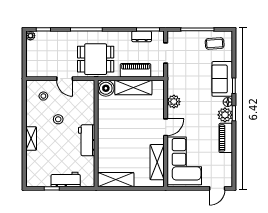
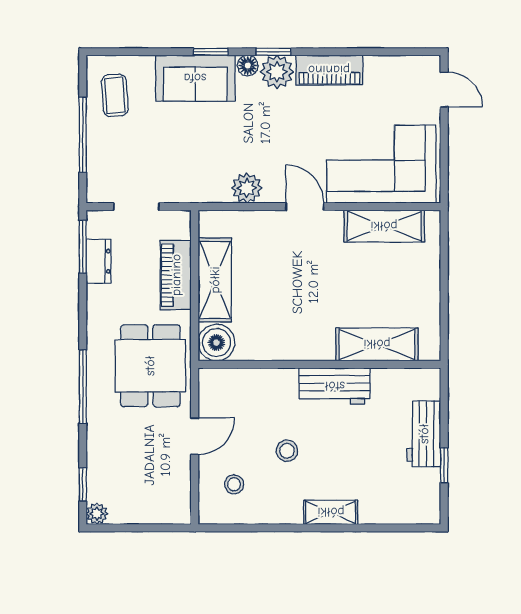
shelving: (116, 180) -> (377, 344), moved, turned 90

